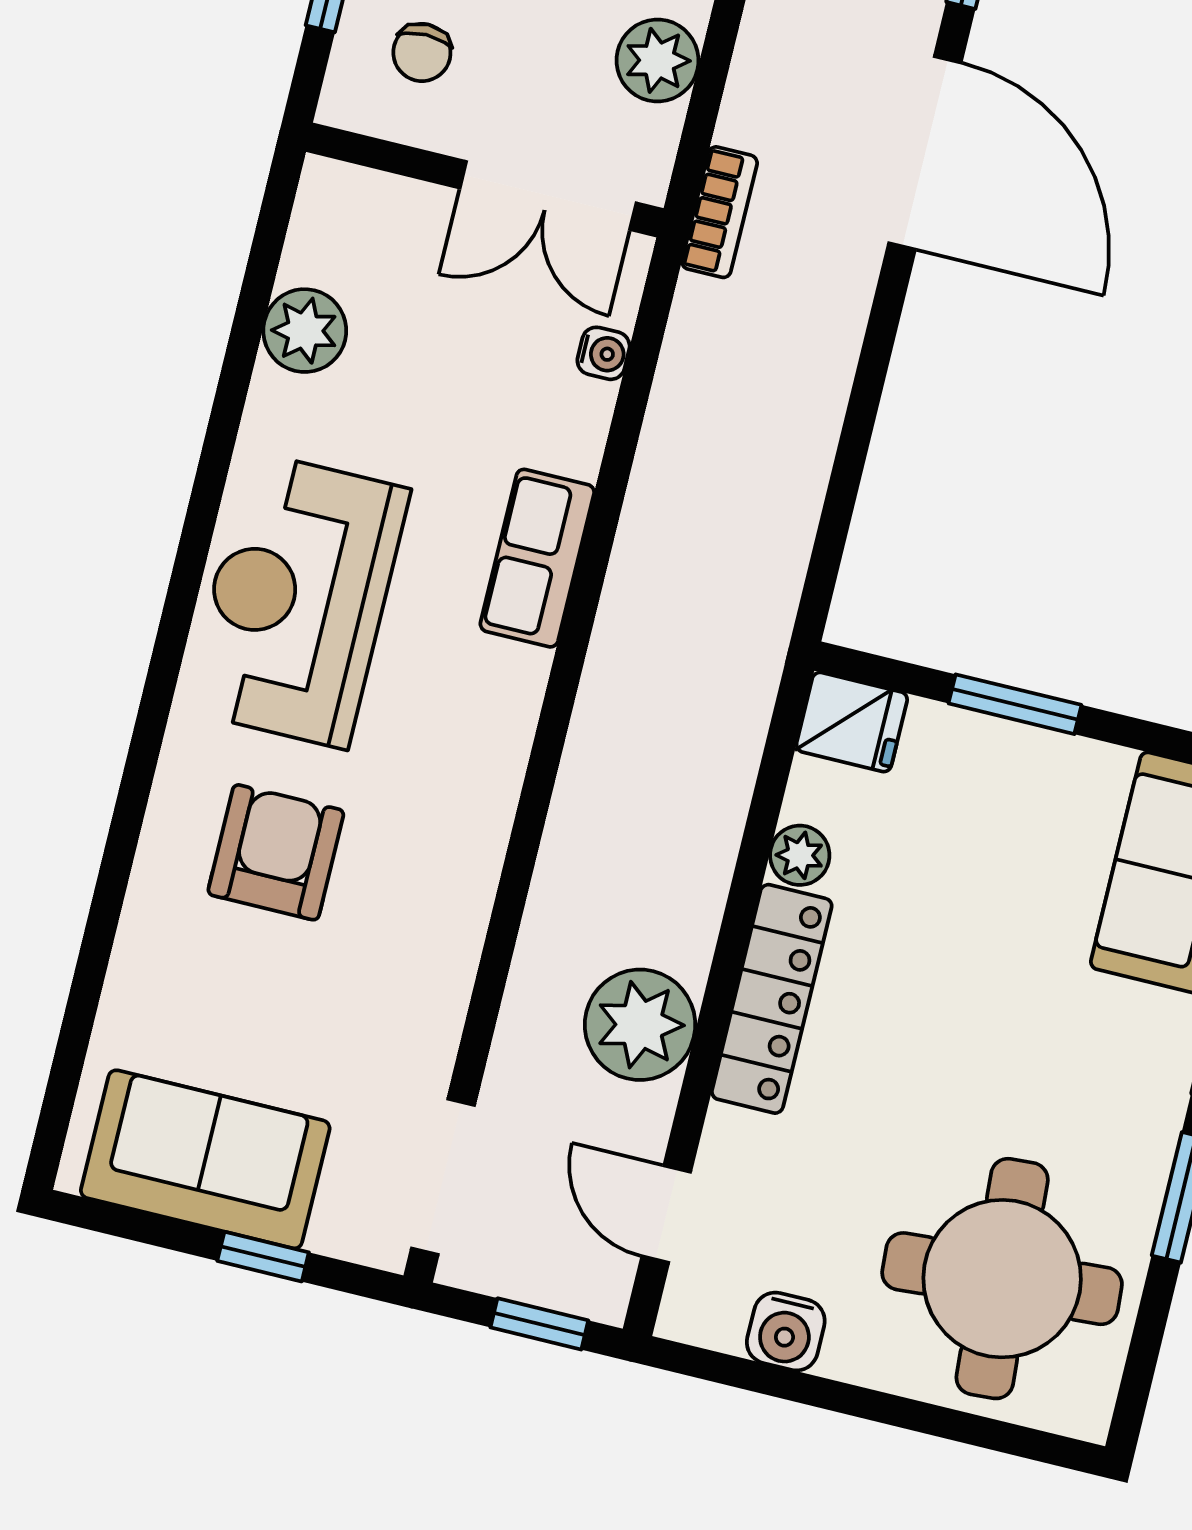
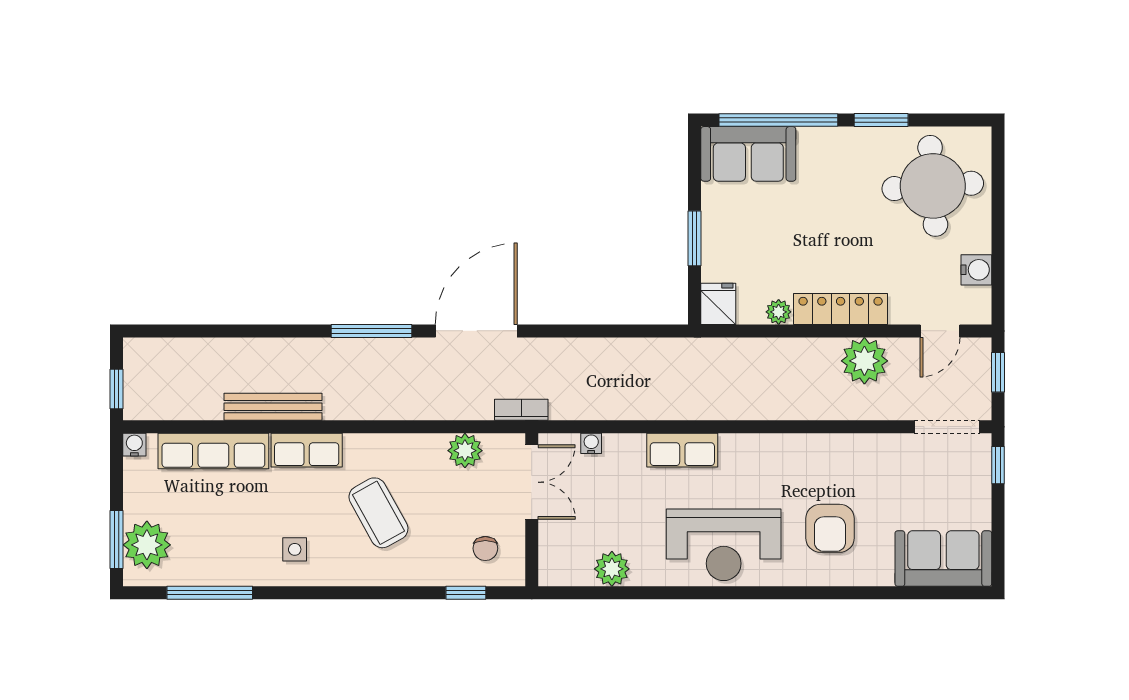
chair: (422, 52) -> (485, 548), turned 90
armchair: (276, 852) -> (830, 528), turned -90
sofa: (205, 1159) -> (943, 559), moved, turned 90
window: (263, 1257) -> (998, 465), moved

